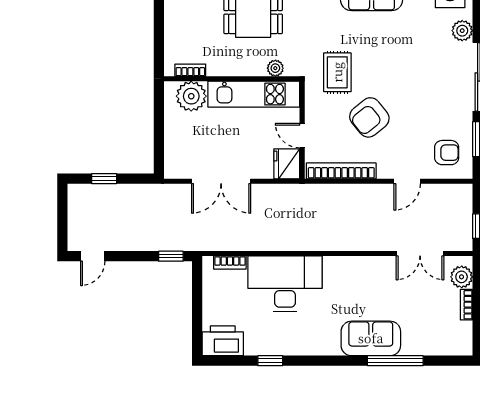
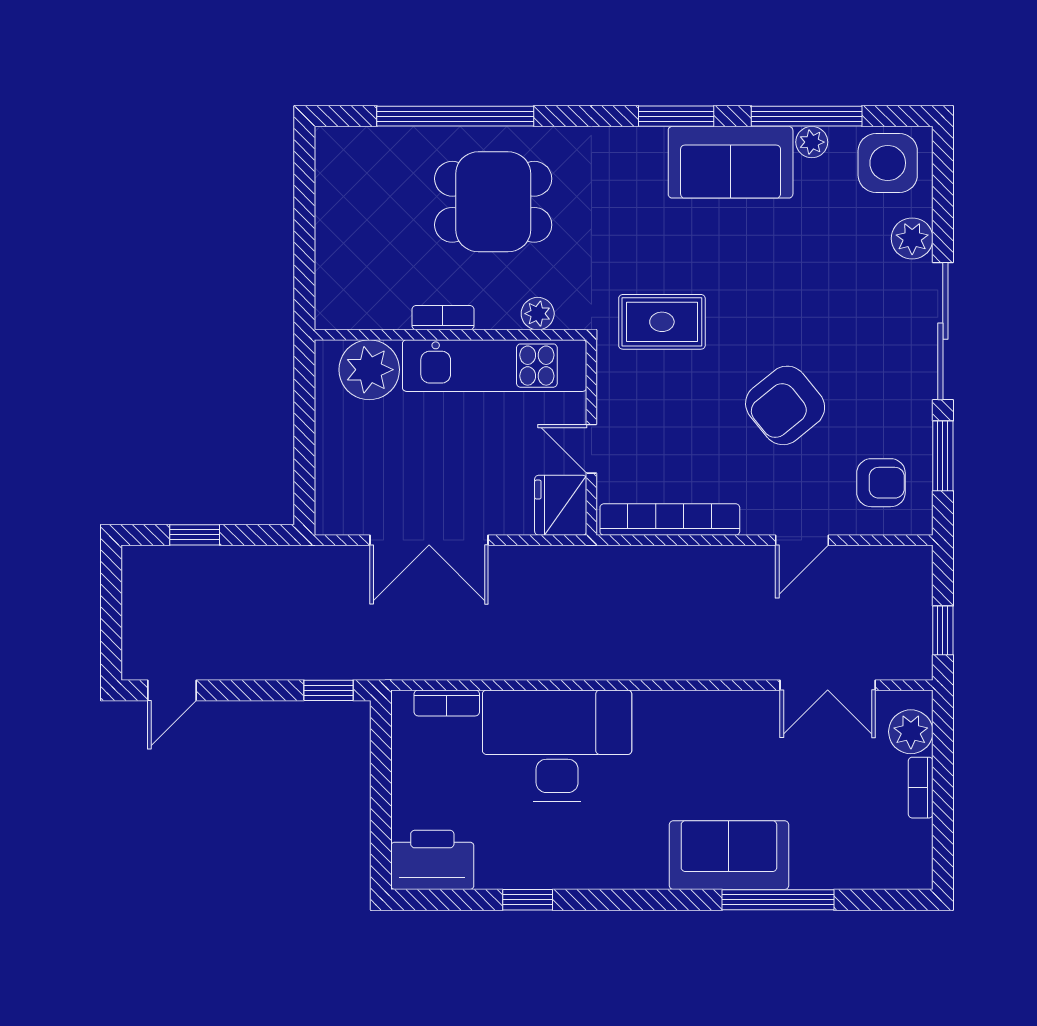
bookcase: (190, 70) -> (443, 318), moved
rug: (337, 72) -> (662, 322), turned 90
armchair: (369, 117) -> (785, 405), moved

